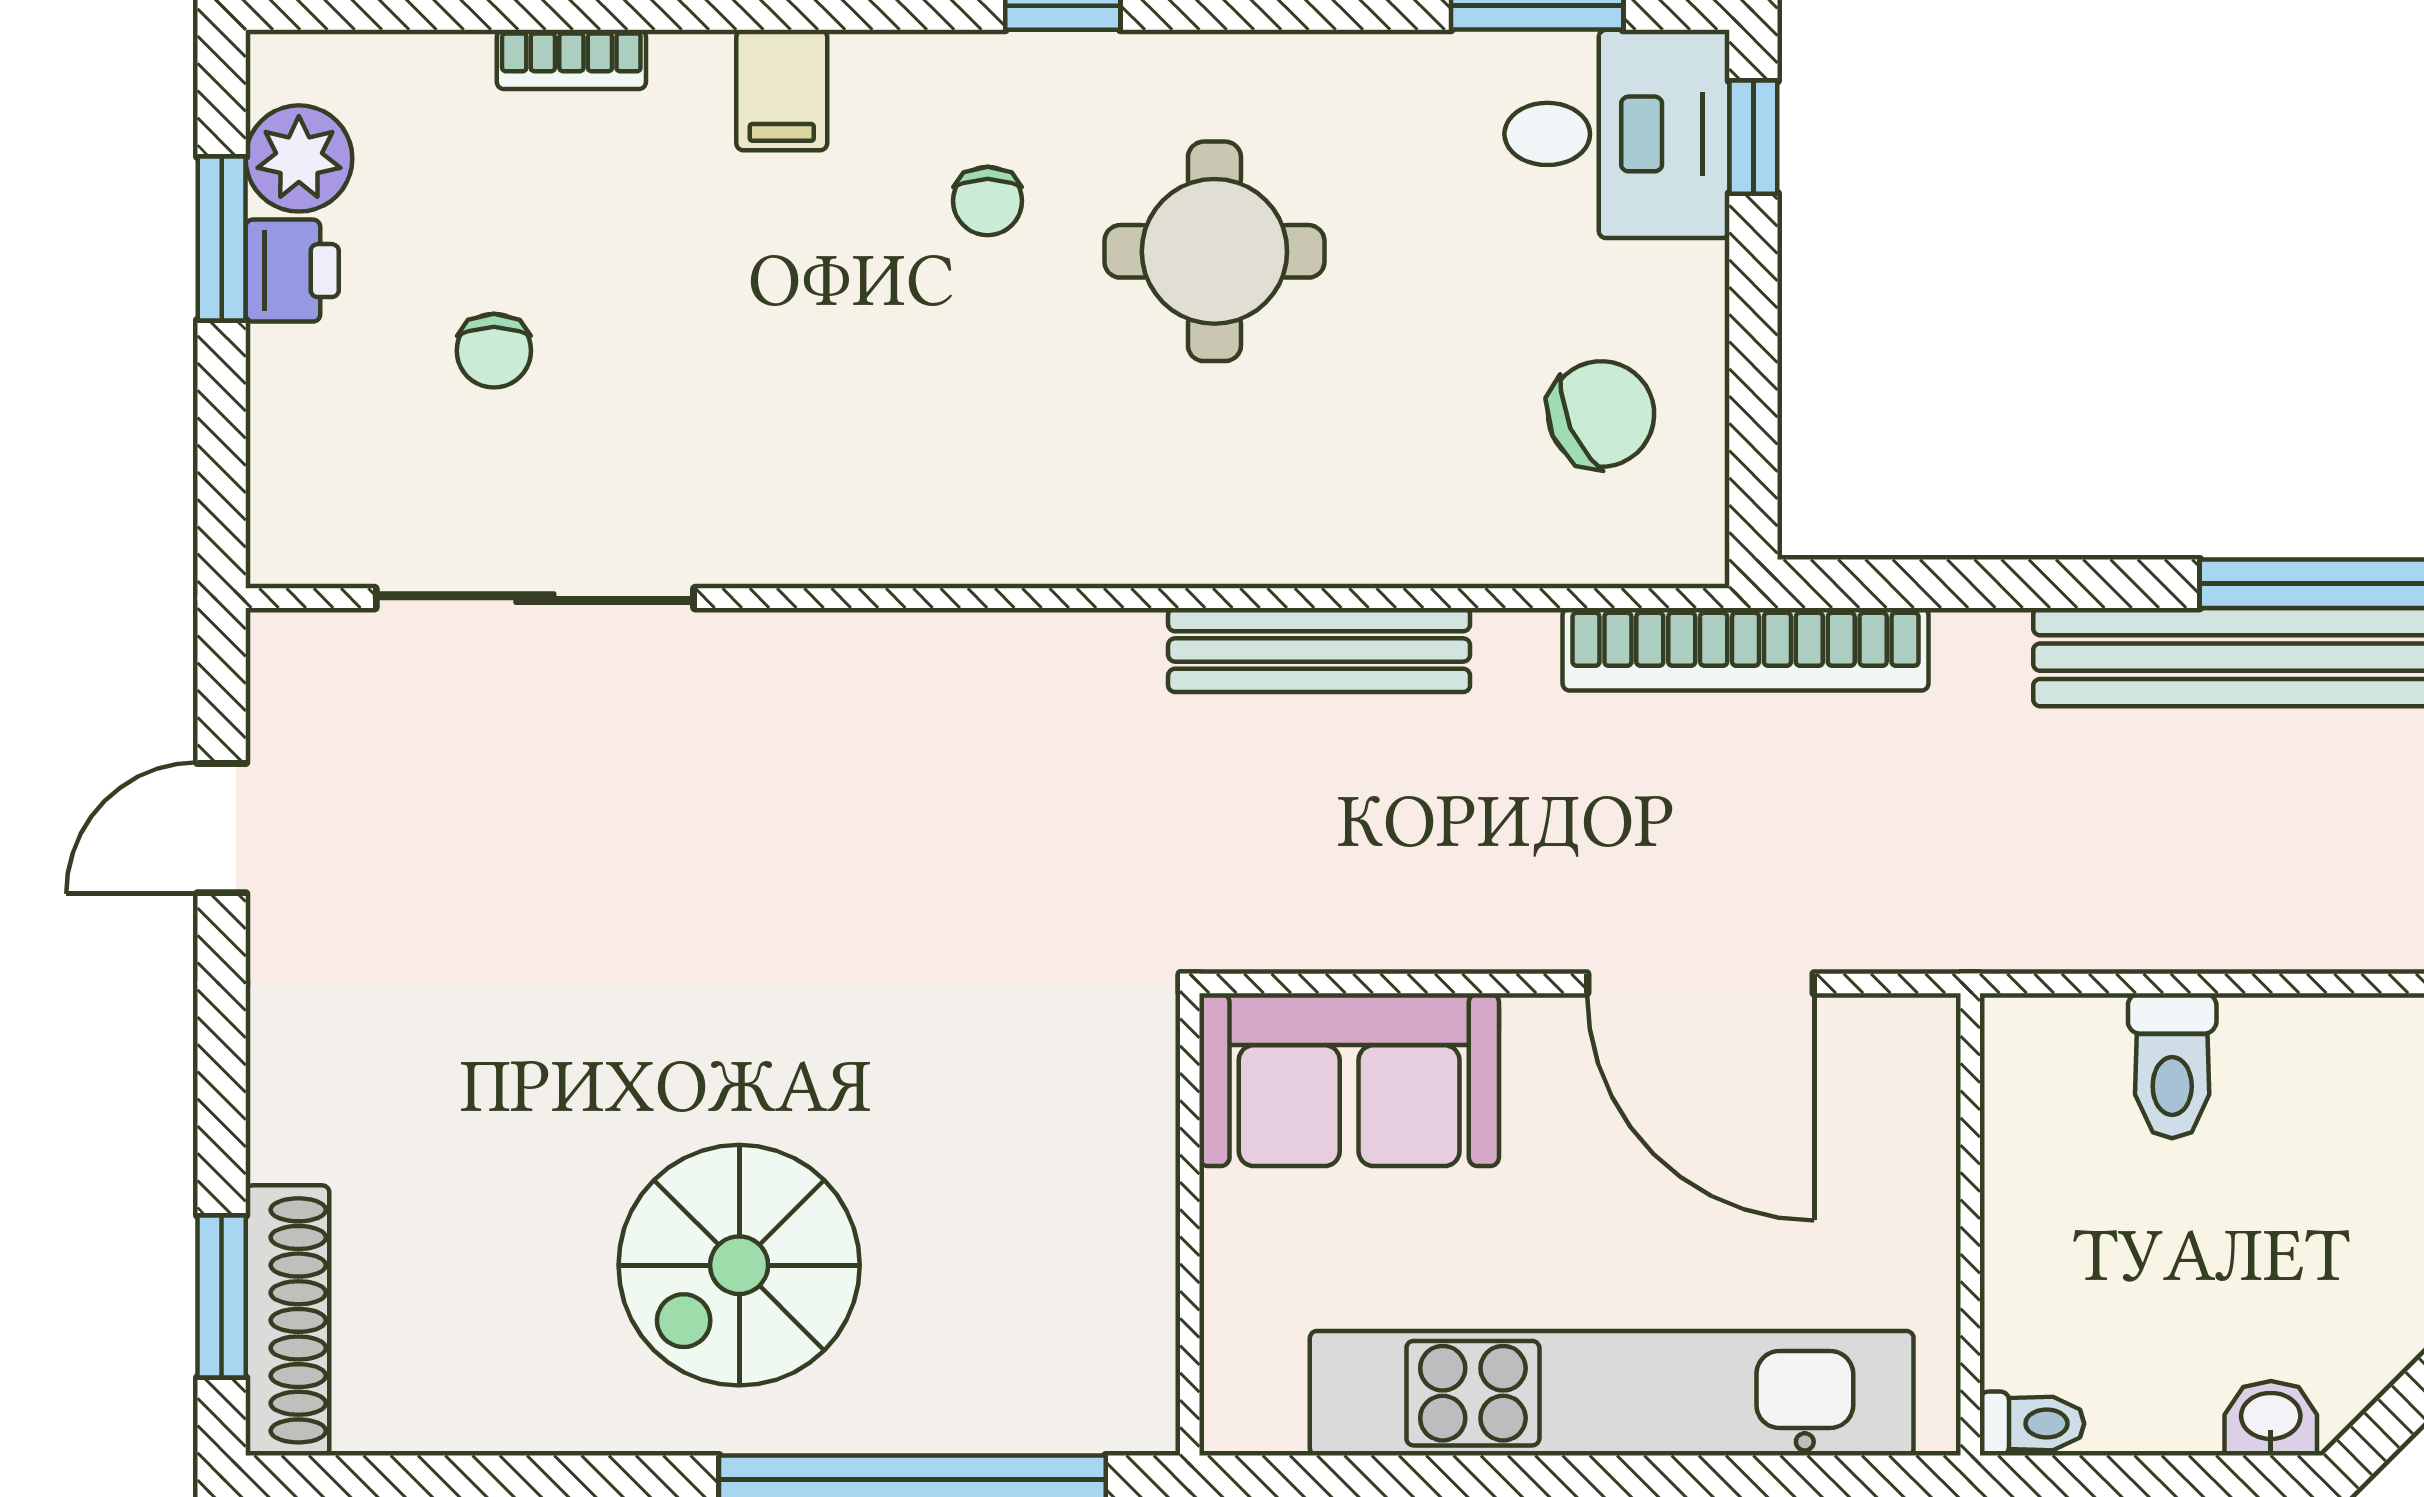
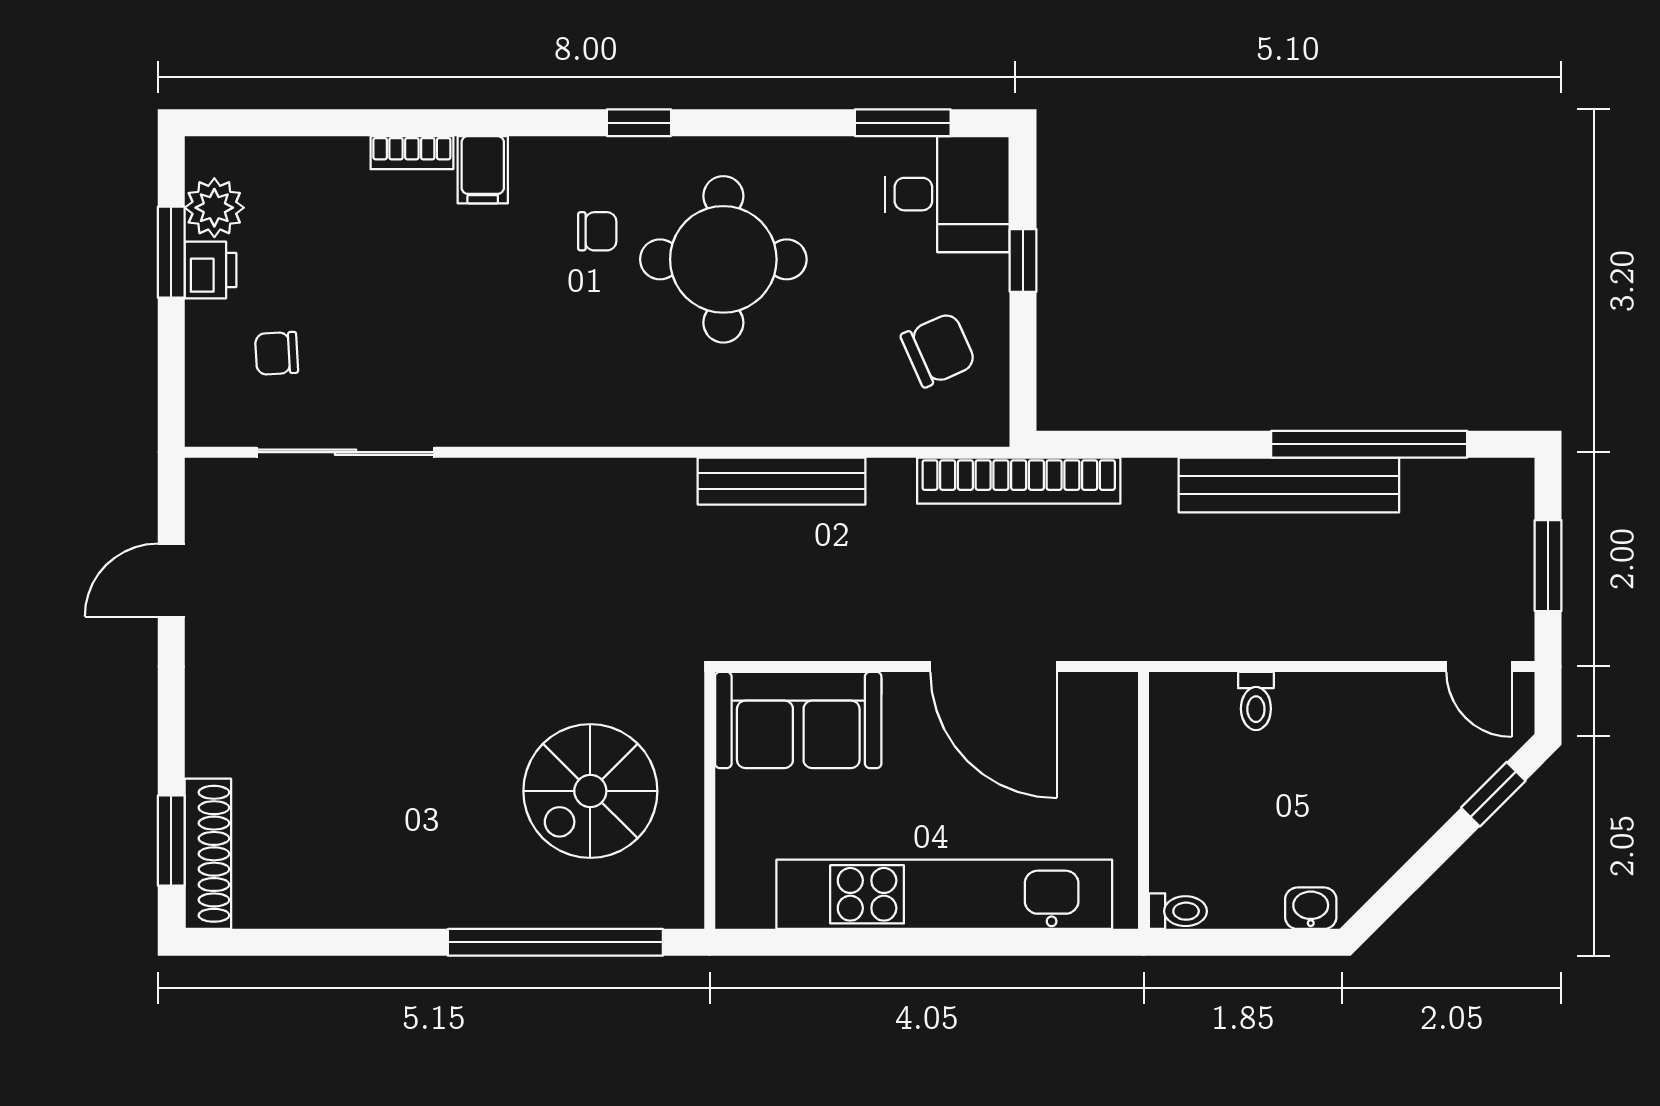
bookcase: (571, 59) -> (412, 153), moved
window: (1753, 137) -> (1023, 260), moved
chair: (988, 201) -> (597, 231), turned -90
round table: (1214, 251) -> (723, 259), width x1.36, depth x1.36
chair: (494, 351) -> (277, 353), moved, turned 87
toilet: (2172, 1066) -> (1256, 701), width x0.73, depth x0.72
spiral stairs: (739, 1265) -> (590, 791), moved

